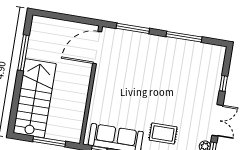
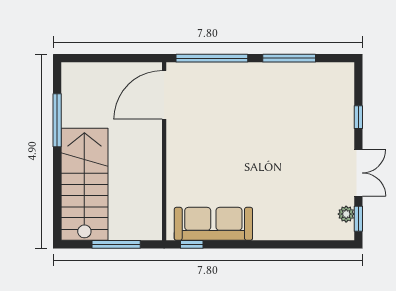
window: (133, 28) -> (212, 58), width x1.46
rug: (163, 133) -> (282, 205), removed

